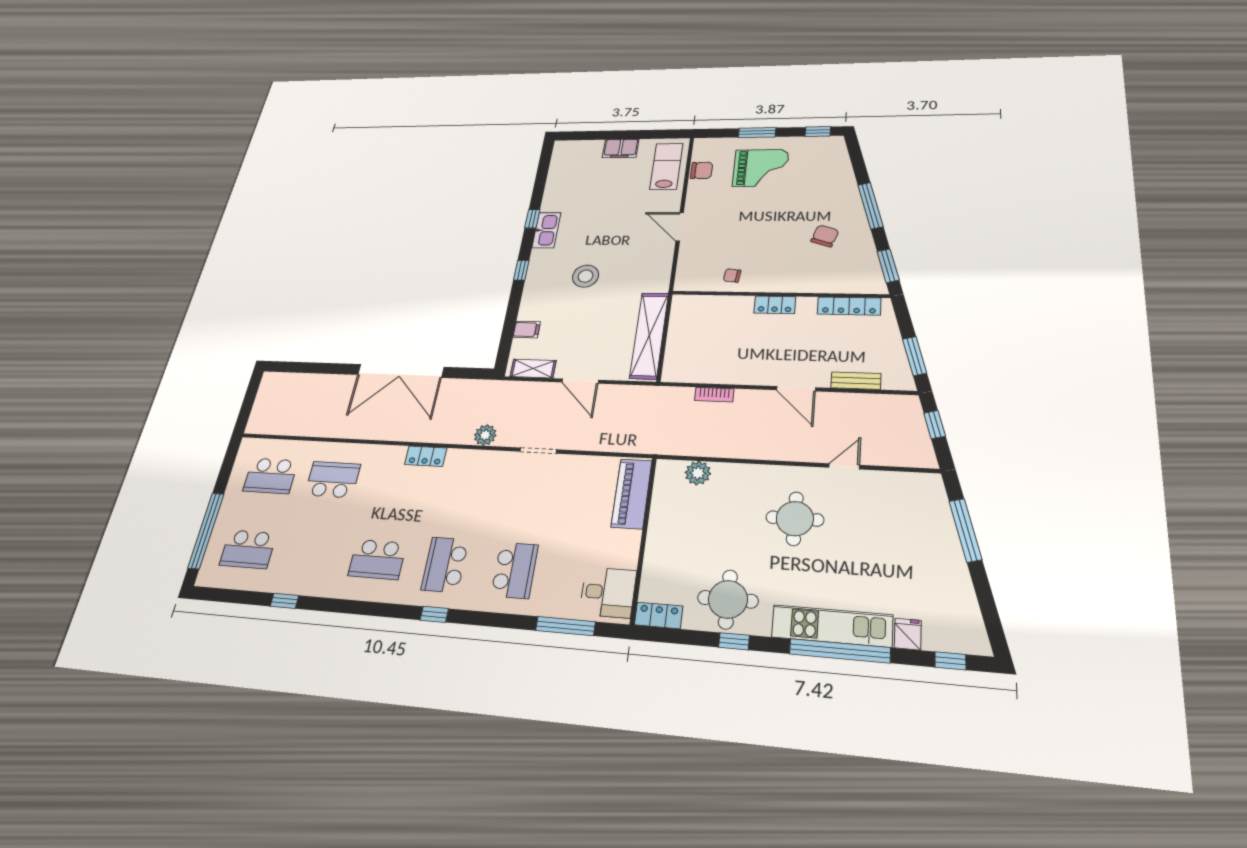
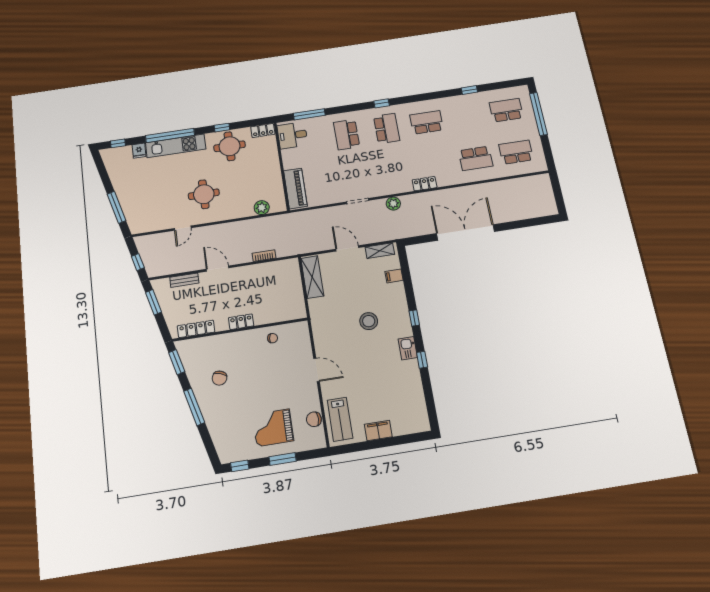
kitchen sink: (546, 230) -> (408, 348), width x0.73
shelving: (649, 335) -> (312, 277), width x0.68

